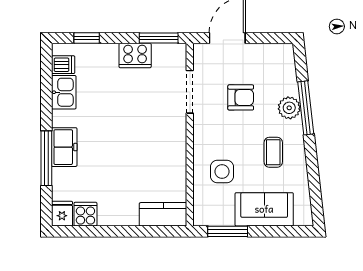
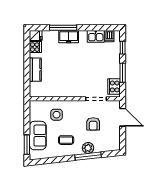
window: (159, 38) -> (123, 73), moved
cooker: (135, 55) -> (114, 86), moved
kitchen counter: (163, 214) -> (35, 70), moved
window: (228, 231) -> (27, 145), moved

